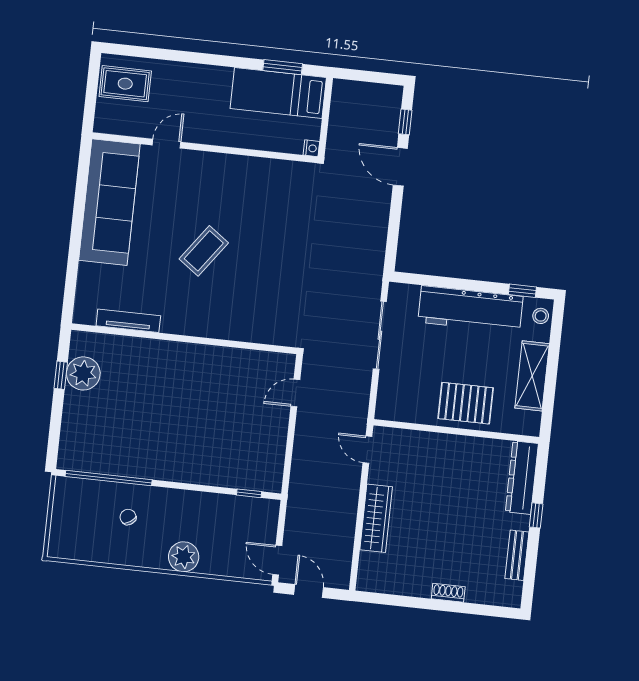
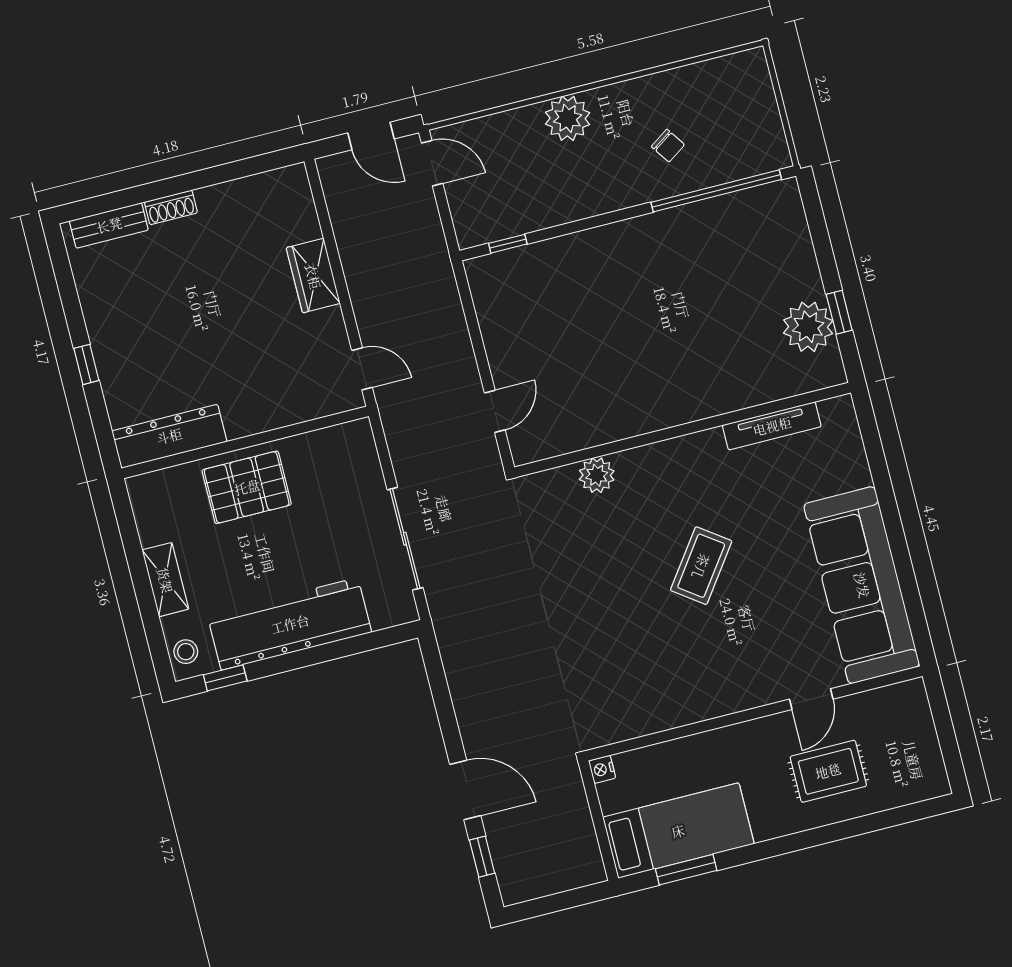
rug: (125, 84) -> (828, 771), moved
plant: (247, 330) -> (597, 475), added
shelving: (532, 376) -> (165, 580), width x0.67, depth x0.75
dresser: (522, 478) -> (169, 436), moved, turned -90
wardrobe: (376, 518) -> (313, 276), width x0.67
bench: (517, 555) -> (109, 225), moved, turned 90

